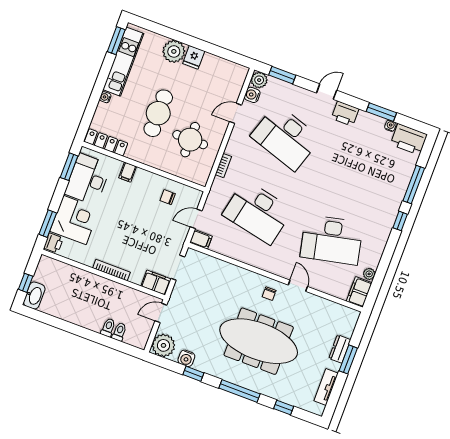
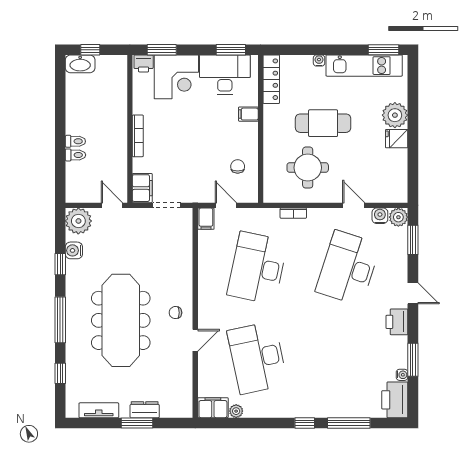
toilet: (119, 332) -> (75, 141), moved

